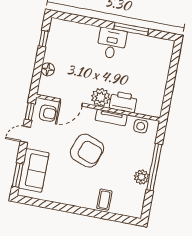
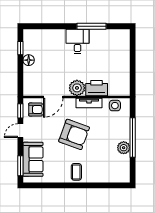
floor lamp: (48, 69) -> (29, 60), moved
coffee table: (104, 200) -> (76, 172), moved

